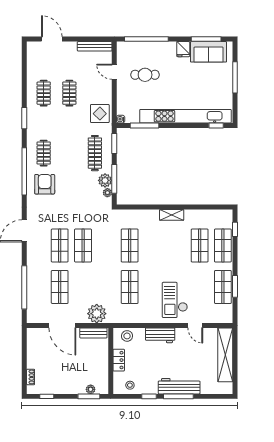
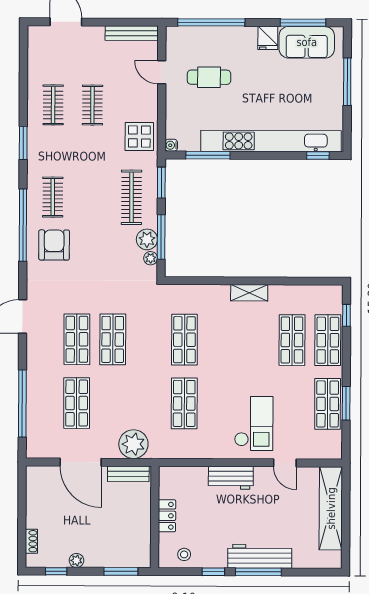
checkout: (175, 300) -> (254, 424), turned 180
stool: (127, 336) -> (180, 479), removed
plant: (91, 389) -> (76, 560), moved

